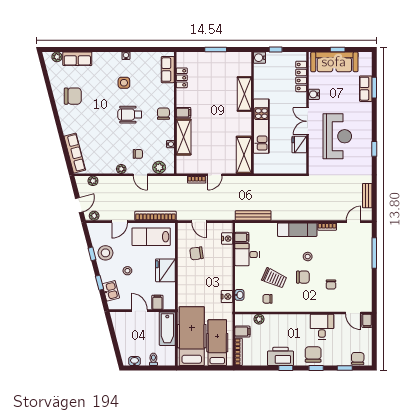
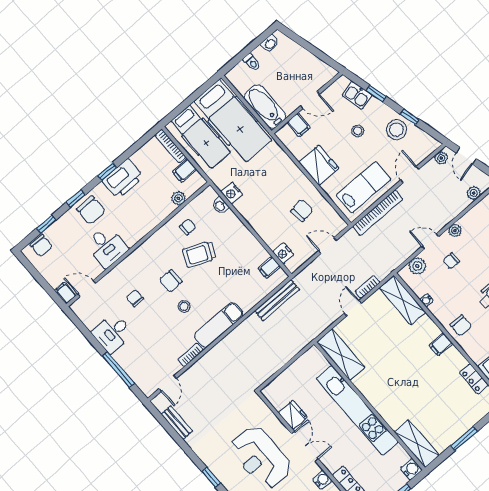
shelving: (244, 94) -> (417, 444), moved
kitchen unit: (261, 126) -> (357, 410), width x1.36
shelving: (184, 137) -> (402, 300), moved
desk: (247, 255) -> (113, 333), moved, turned 180

